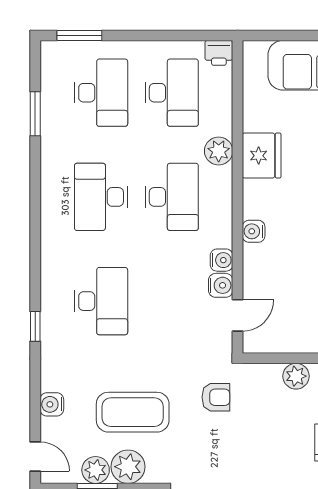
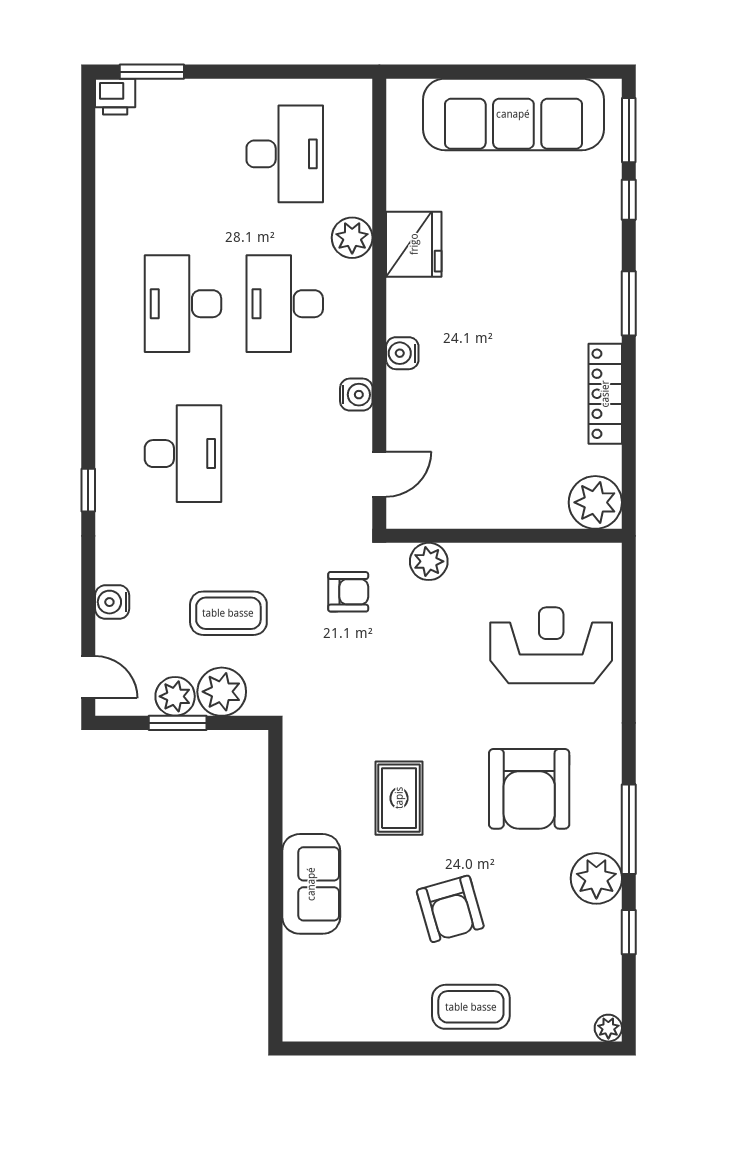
printer: (219, 53) -> (115, 97), moved
desk: (101, 93) -> (183, 154), removed
window: (35, 114) -> (88, 184), removed
desk: (172, 197) -> (285, 304), turned 180
water cooler: (221, 285) -> (355, 431), removed
plant: (296, 376) -> (429, 561), moved
coffee table: (133, 412) -> (228, 613), width x0.73, depth x0.76

